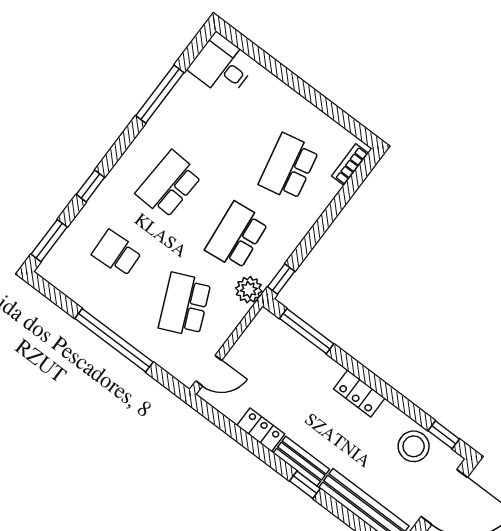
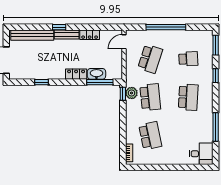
plant: (249, 290) -> (132, 93), moved
school desk: (185, 305) -> (150, 59), turned 42
washbasin: (301, 350) -> (96, 74), added
locker: (359, 393) -> (76, 74), moved
window: (444, 435) -> (41, 82), moved
stool: (414, 446) -> (31, 70), removed

